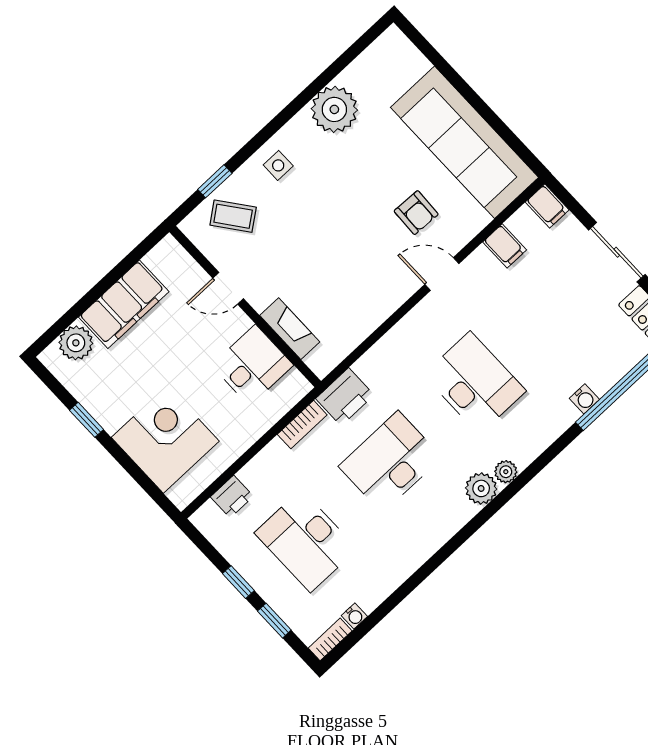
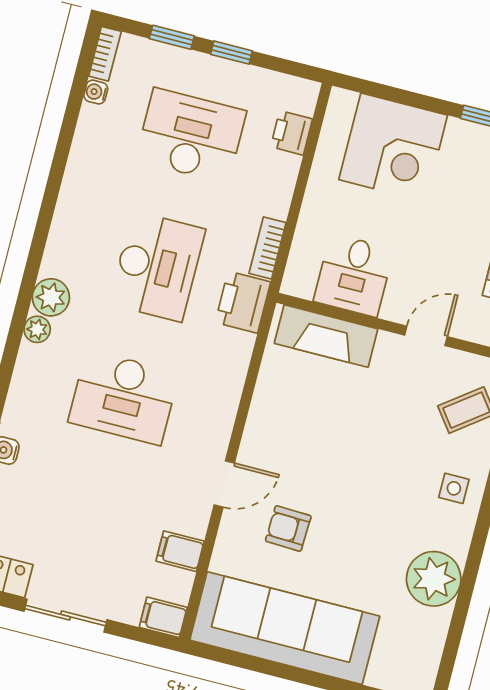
fireplace: (290, 329) -> (326, 336), width x1.37, depth x1.32

